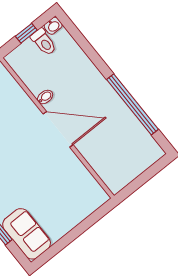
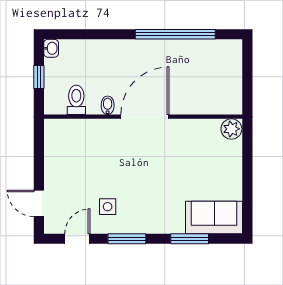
toilet: (44, 42) -> (76, 100), moved, turned -90
plant: (98, 196) -> (231, 129), added

